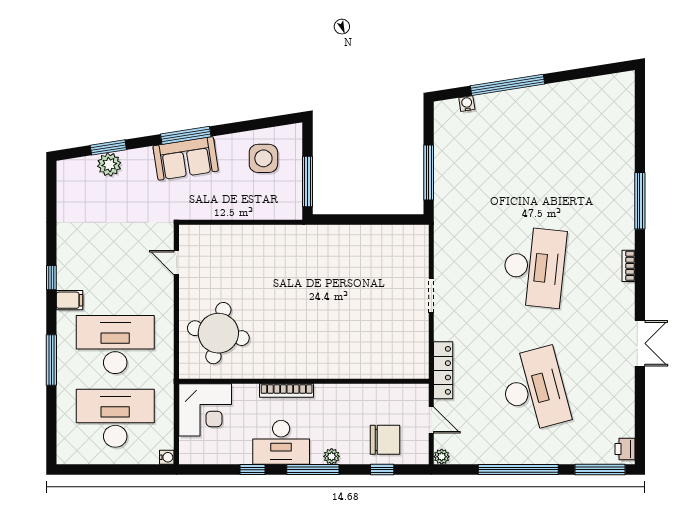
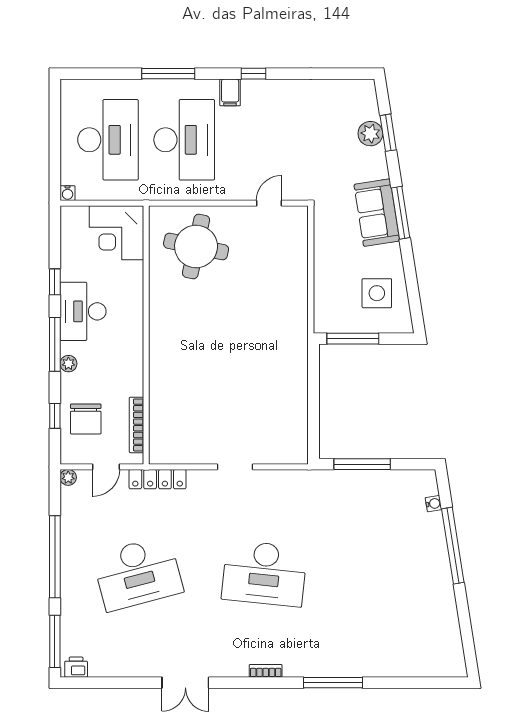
bookcase: (287, 391) -> (137, 425), moved

